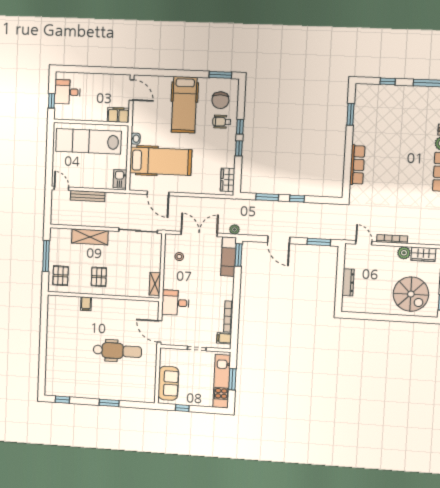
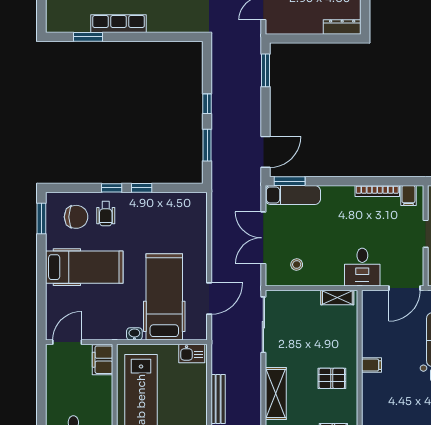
row of seats: (357, 165) -> (119, 24), moved
wardrobe: (228, 180) -> (186, 202), removed
plant: (234, 229) -> (254, 188), removed
door: (279, 240) -> (265, 152), moved
dresser: (348, 282) -> (342, 27), moved
filing cabinet: (86, 304) -> (371, 365), moved

